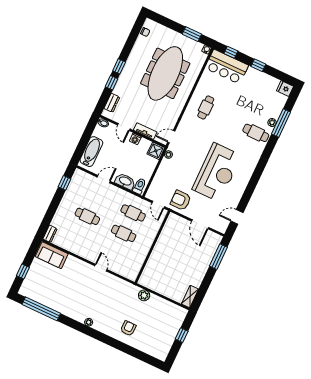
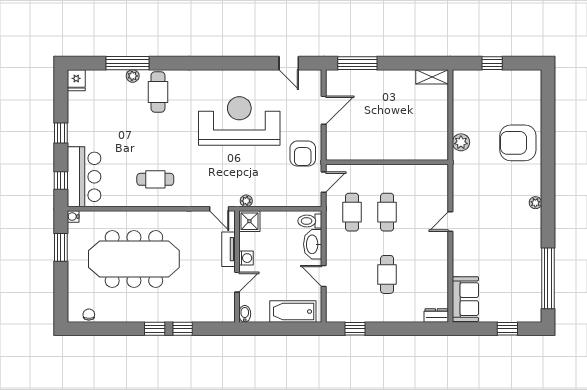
dresser: (112, 103) -> (211, 315), removed
armchair: (128, 328) -> (518, 143), width x1.88, depth x1.88

